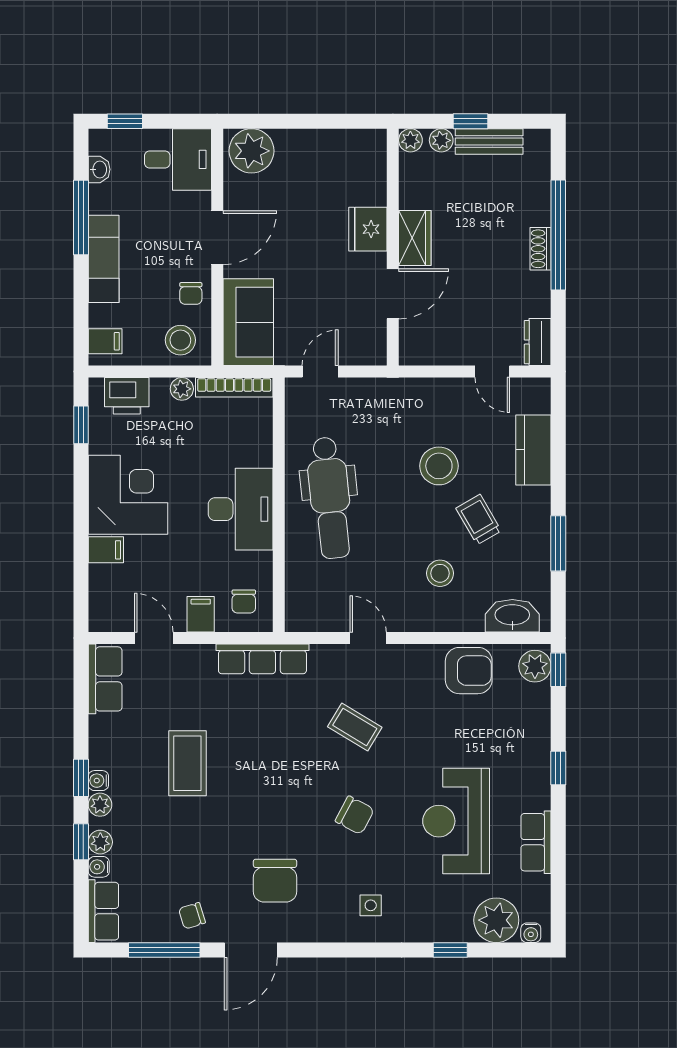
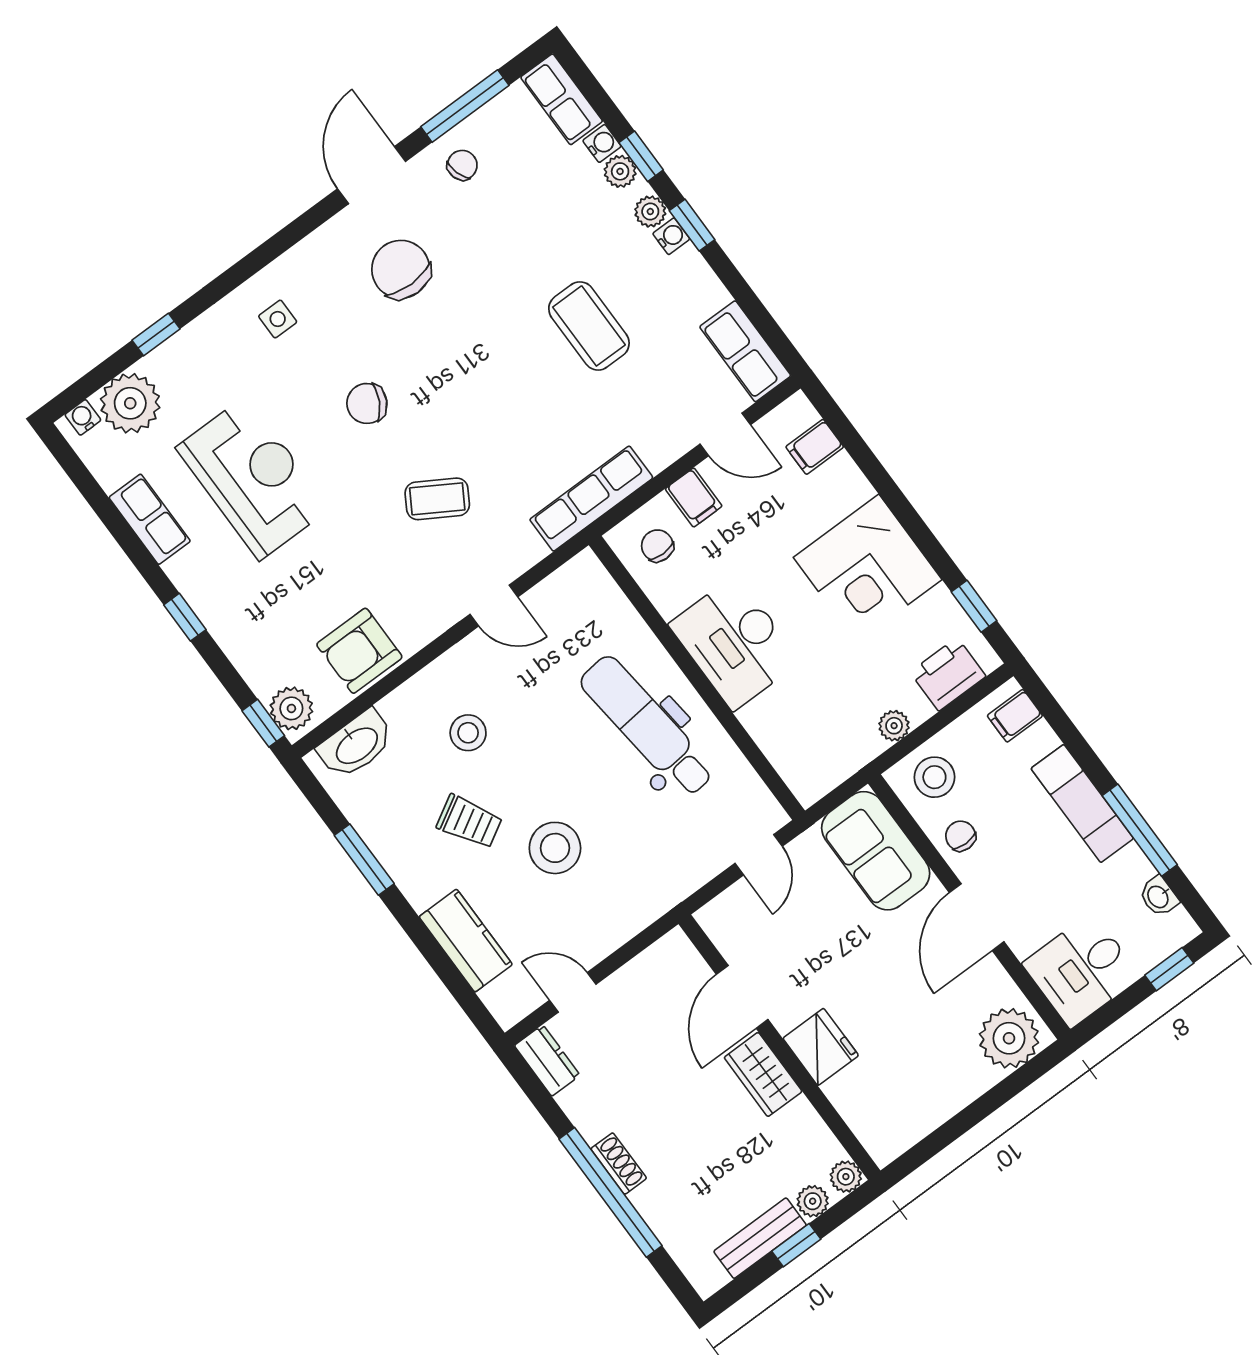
bookcase: (234, 387) -> (839, 769), removed
filing cabinet: (106, 550) -> (815, 447), moved

